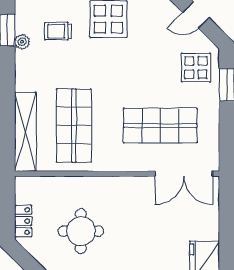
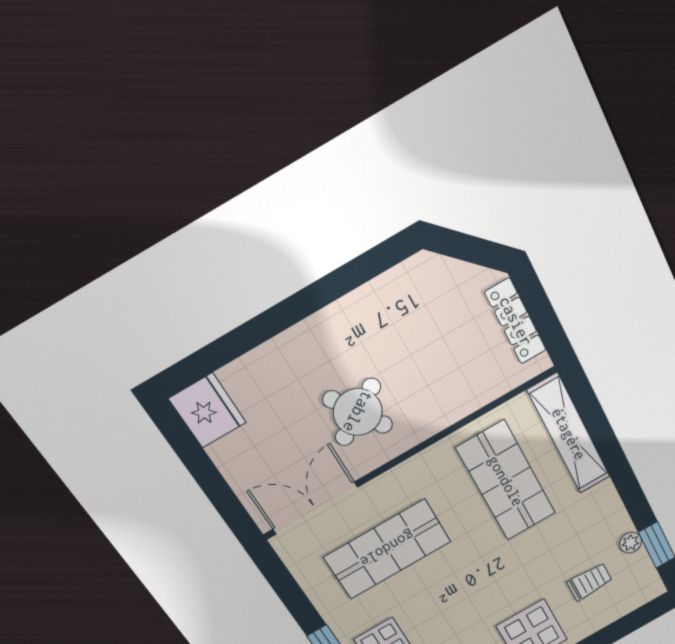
locker: (23, 221) -> (516, 321), width x1.53
round table: (81, 231) -> (358, 412), moved, turned -32

